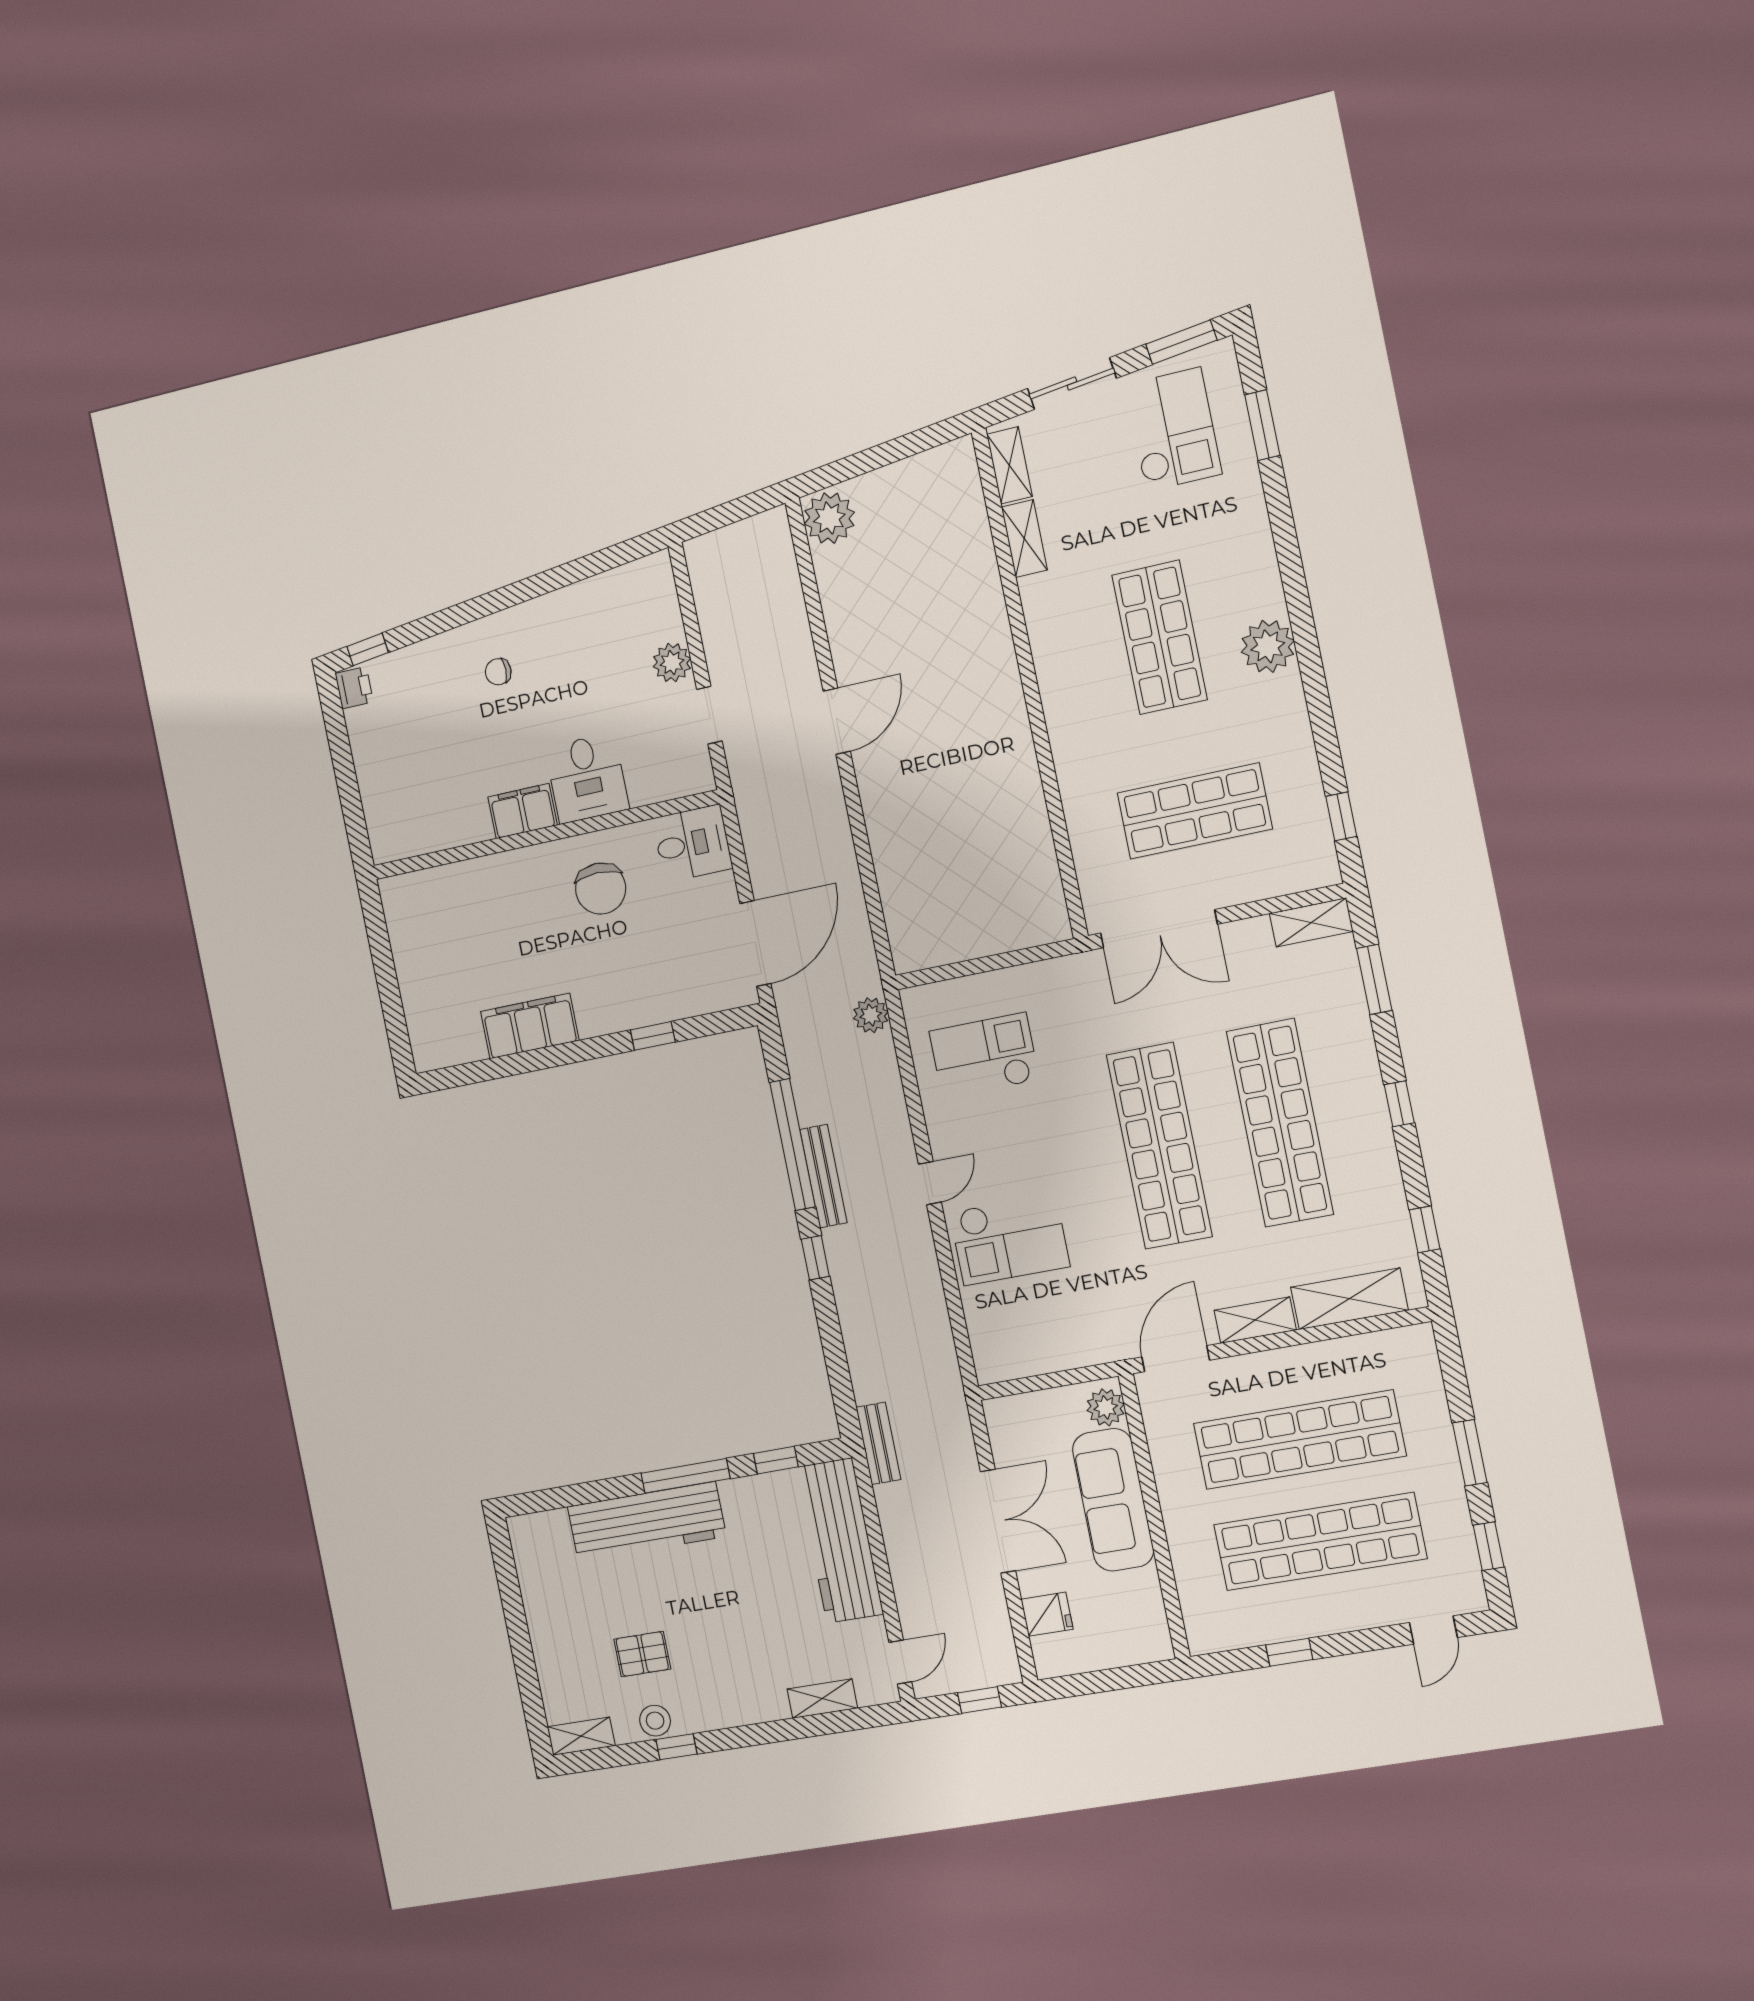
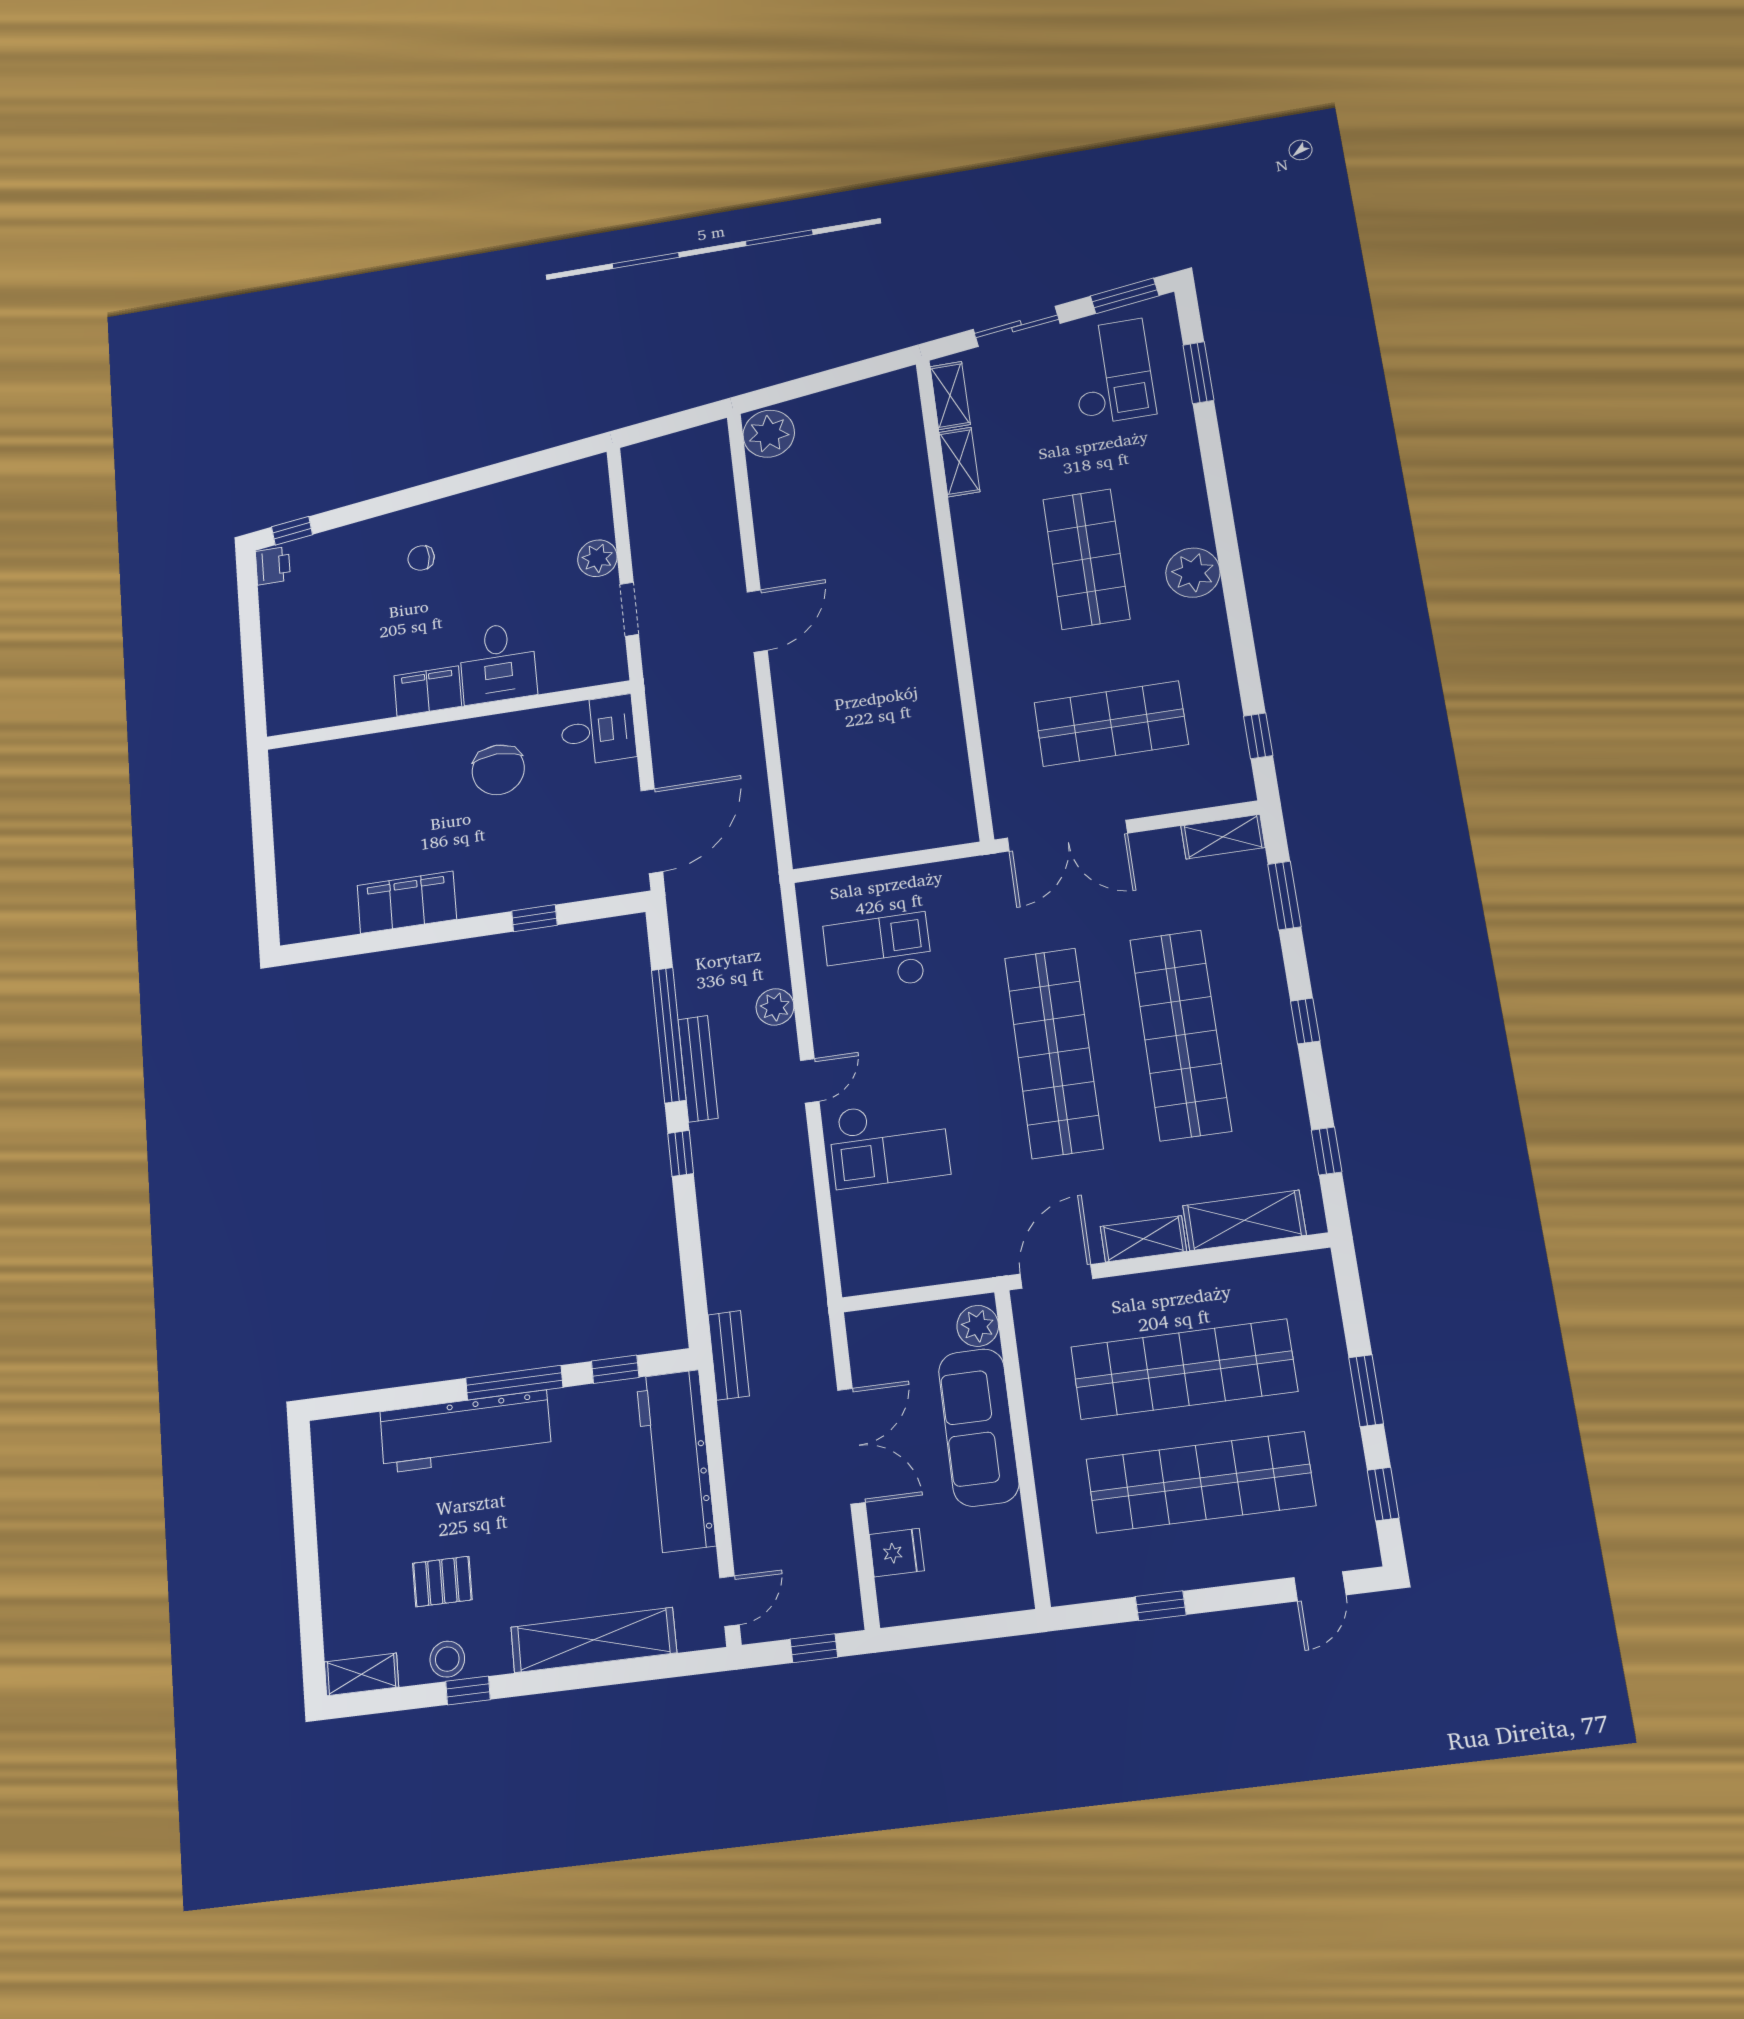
plant: (871, 1015) -> (775, 1007), moved
shelving: (822, 1699) -> (594, 1640), width x2.20, depth x1.33

